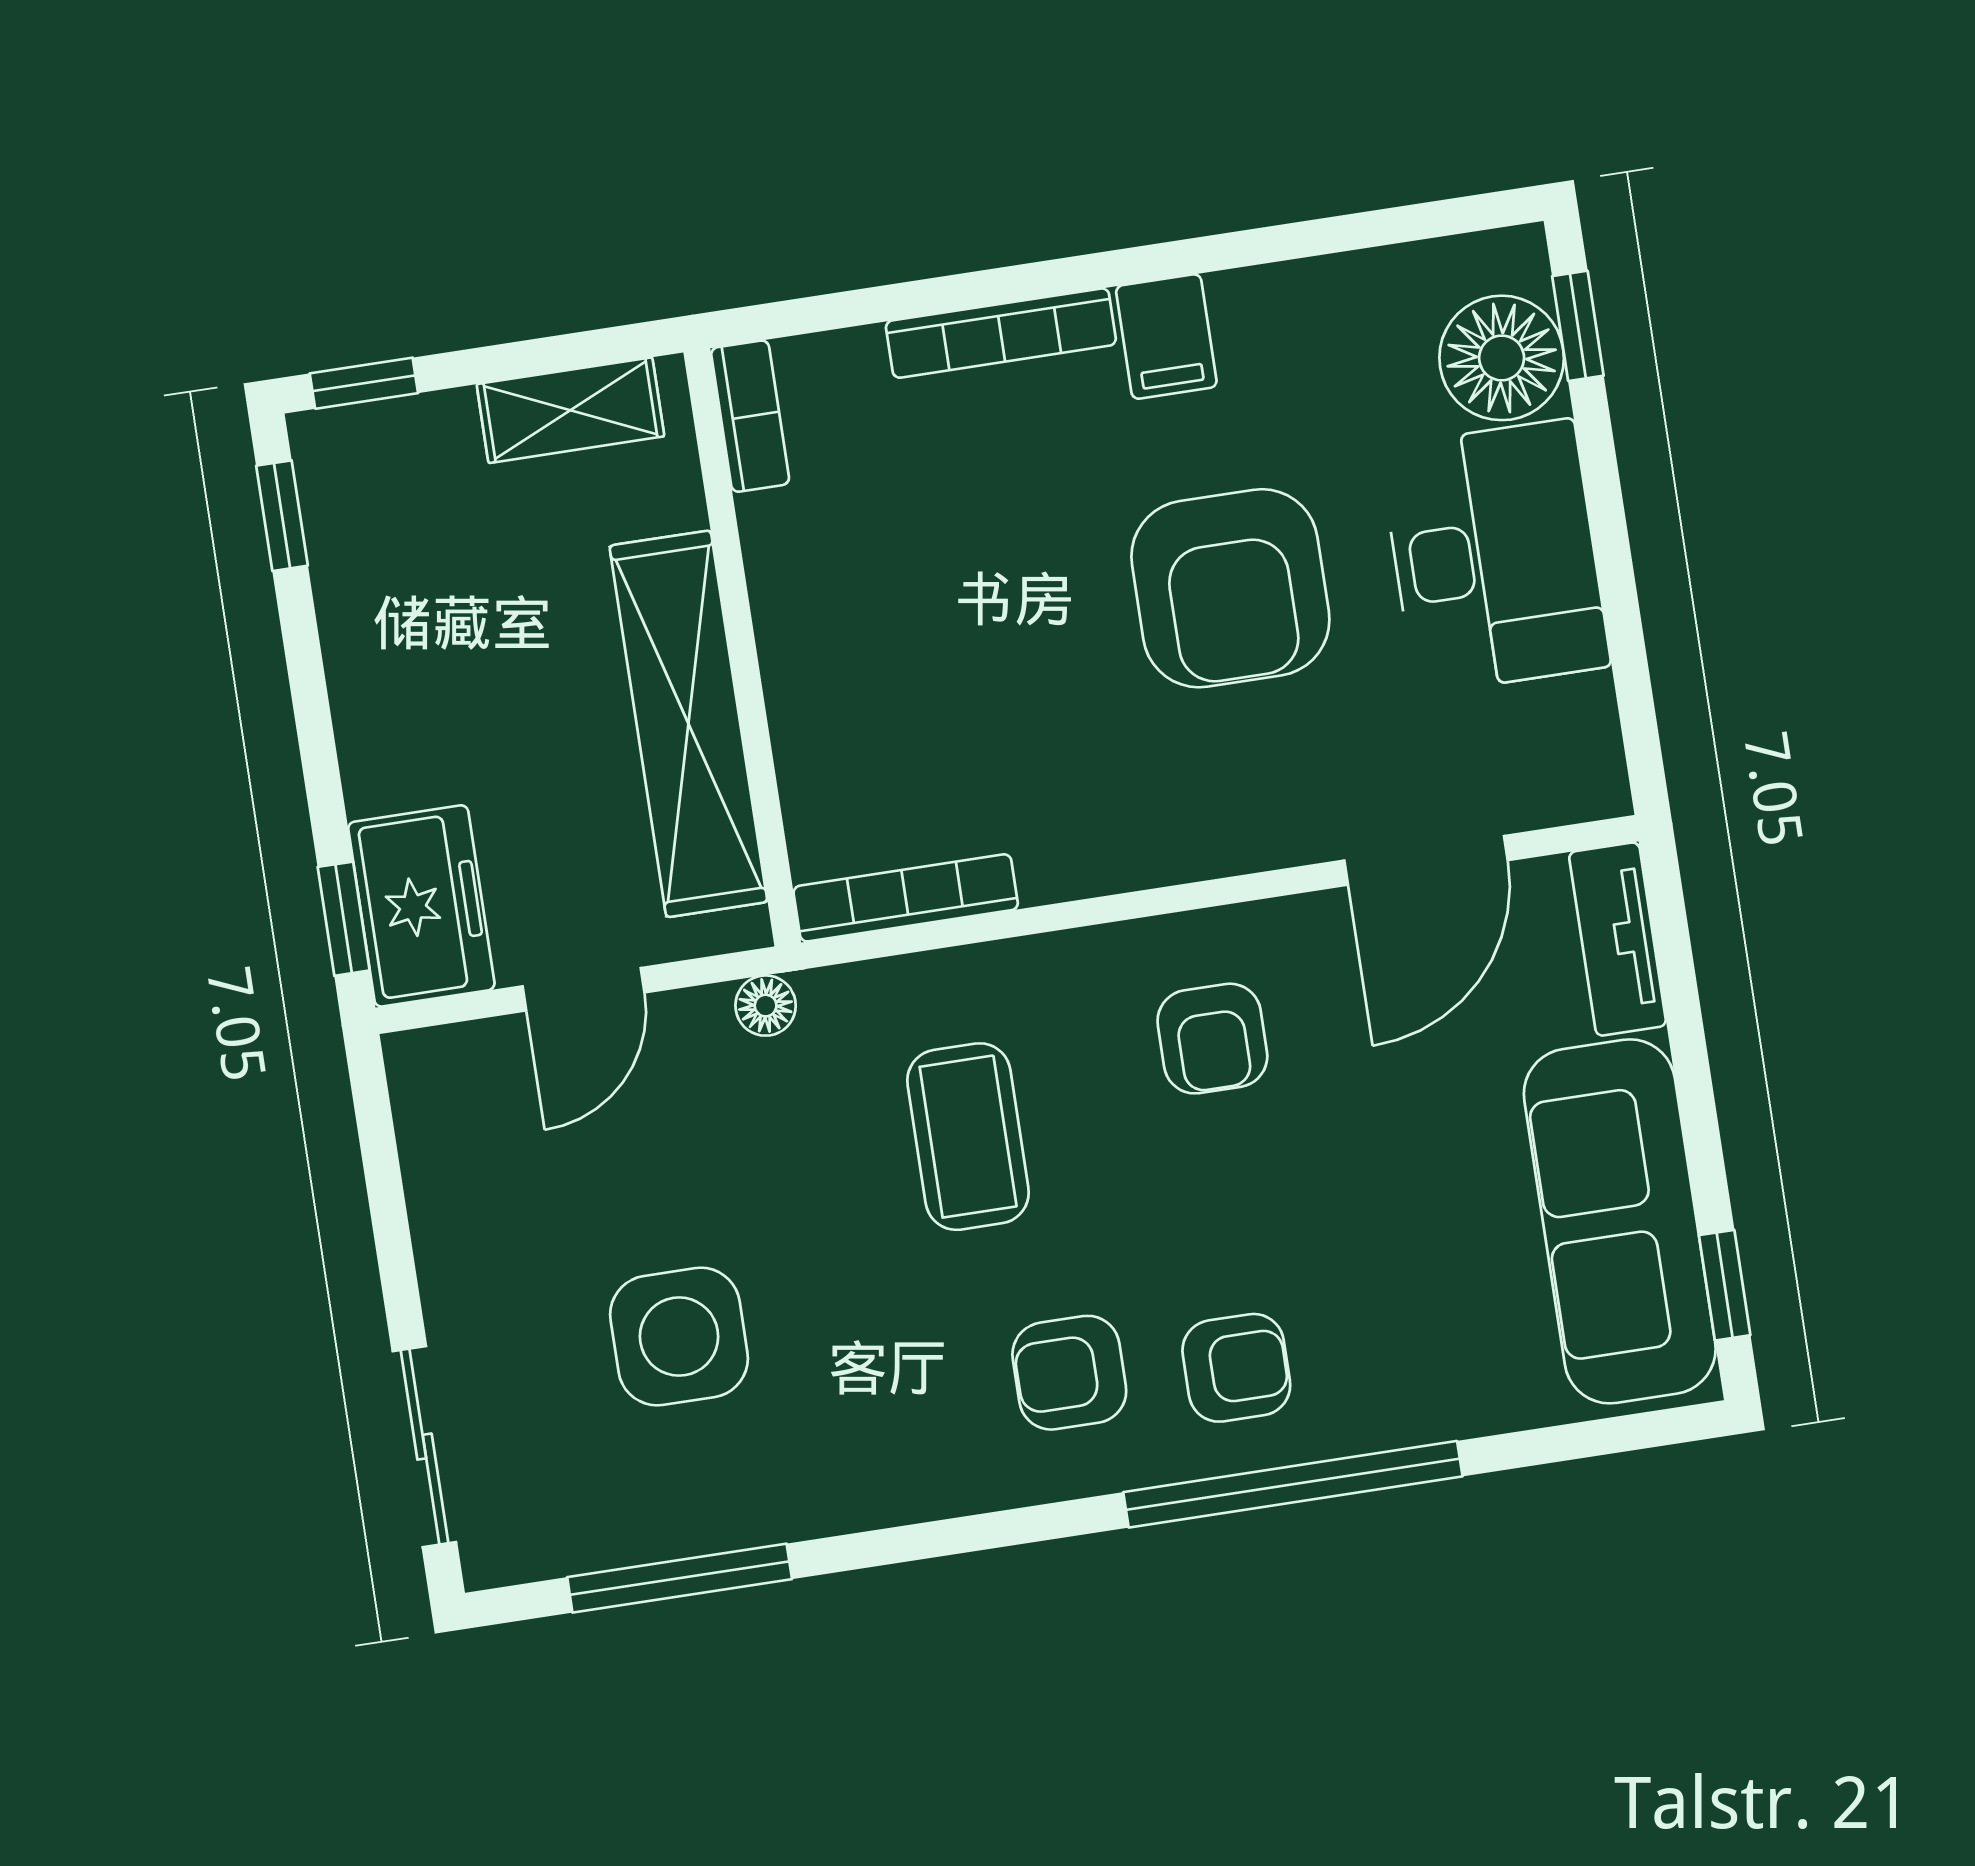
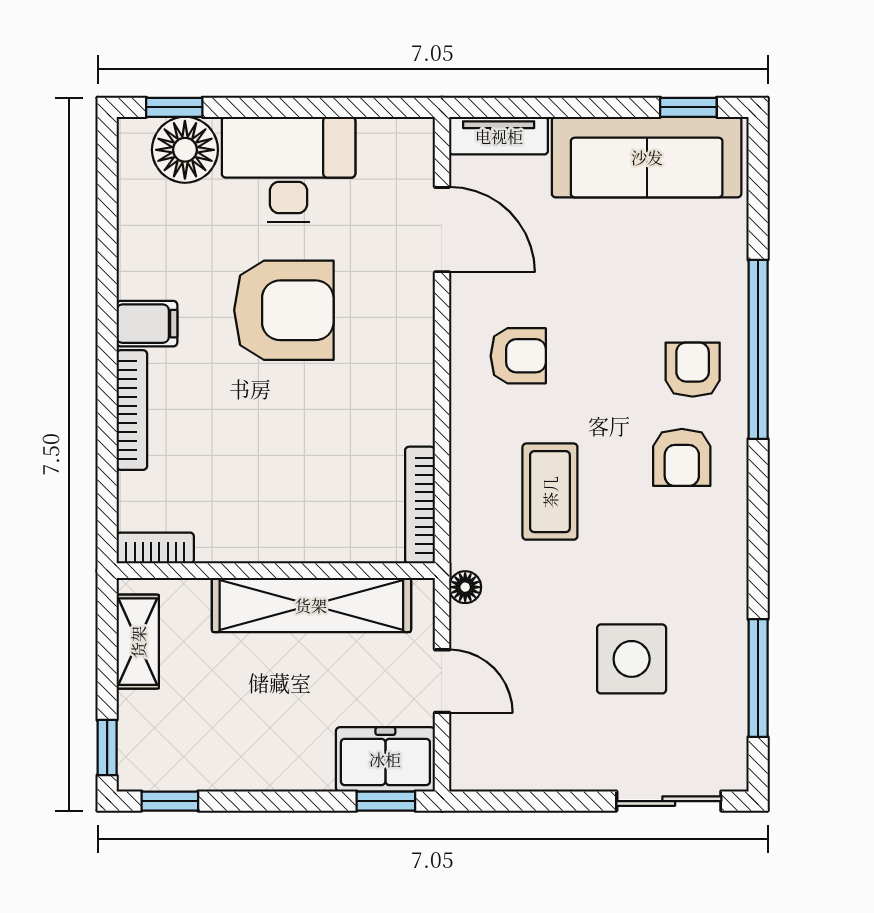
coffee table: (968, 1137) -> (550, 492), turned 90

